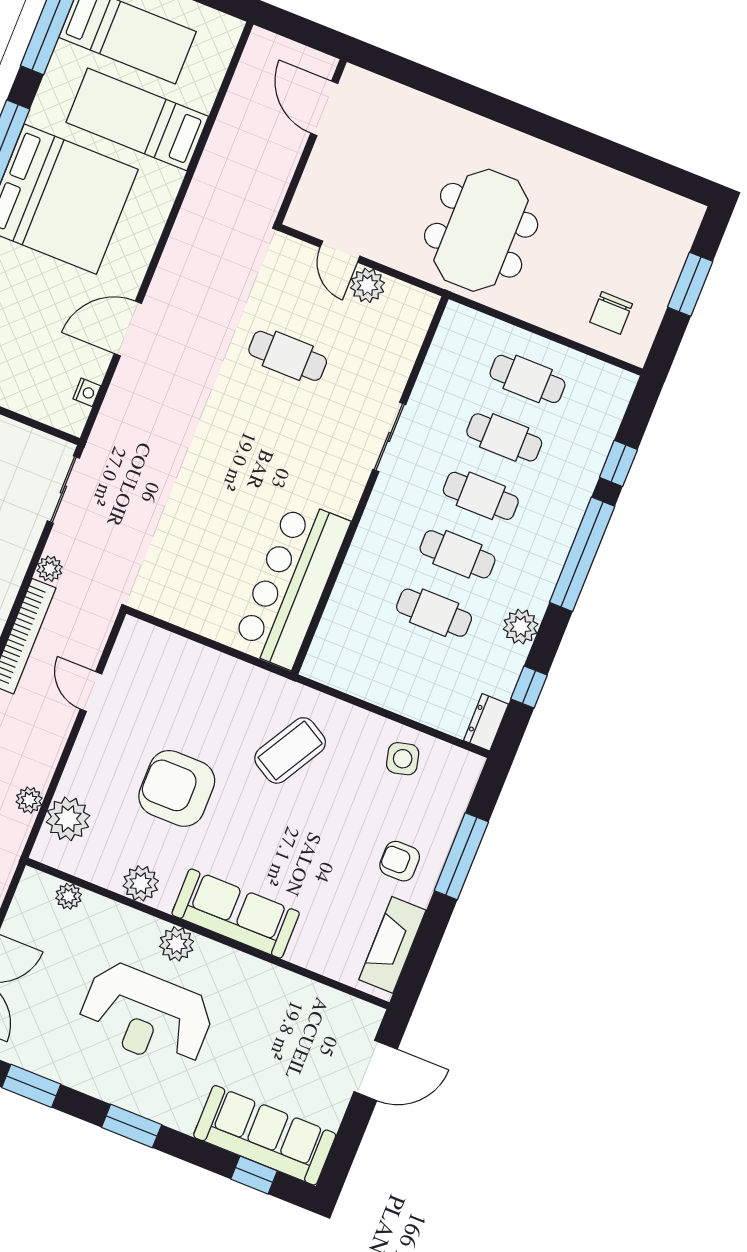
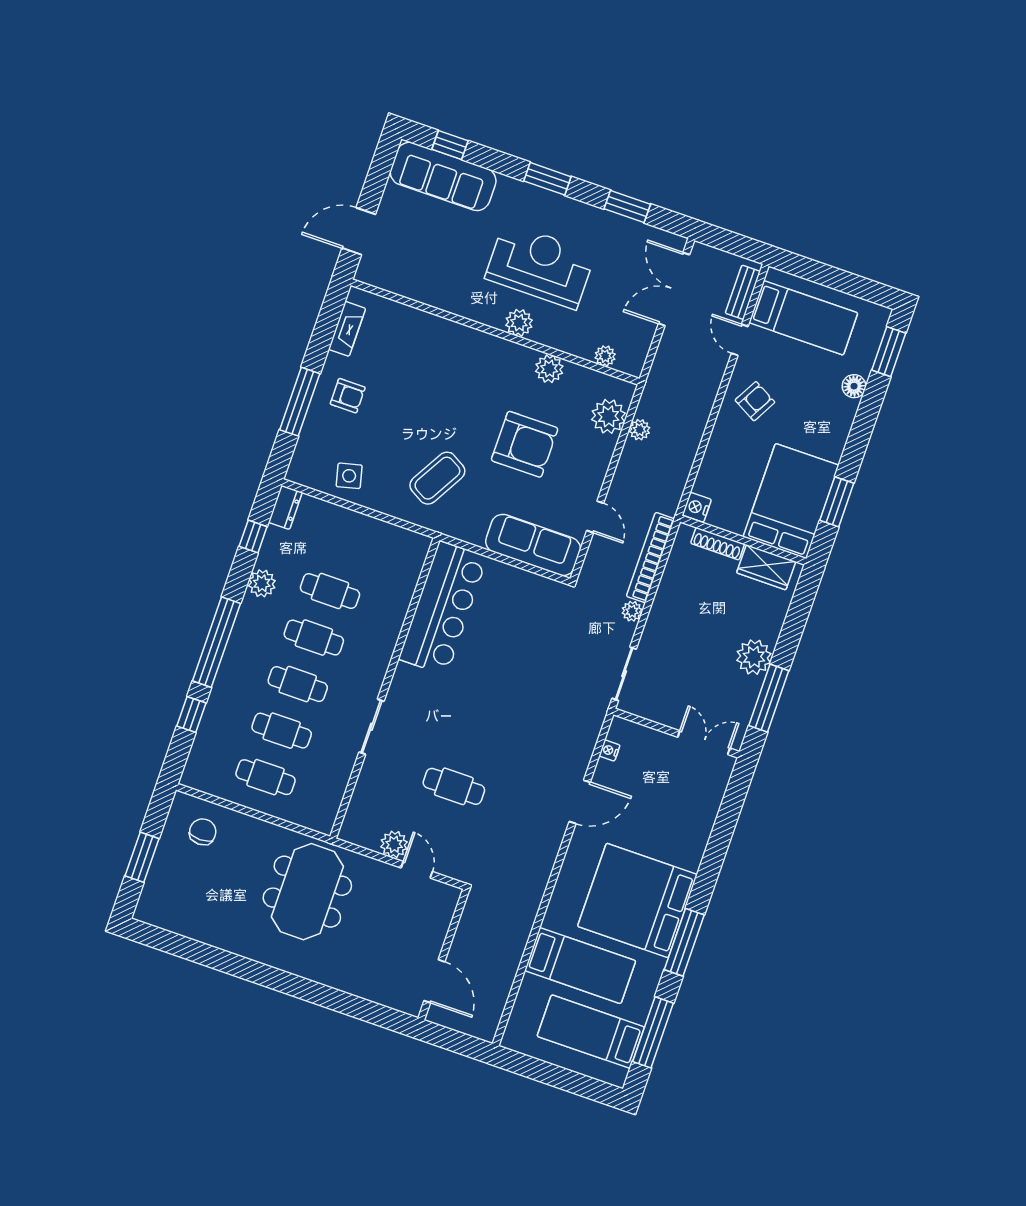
sofa: (236, 913) -> (533, 545), moved, turned 180
fireplace: (392, 945) -> (347, 329), width x0.73, depth x0.76

